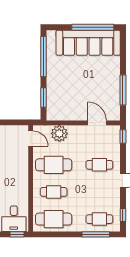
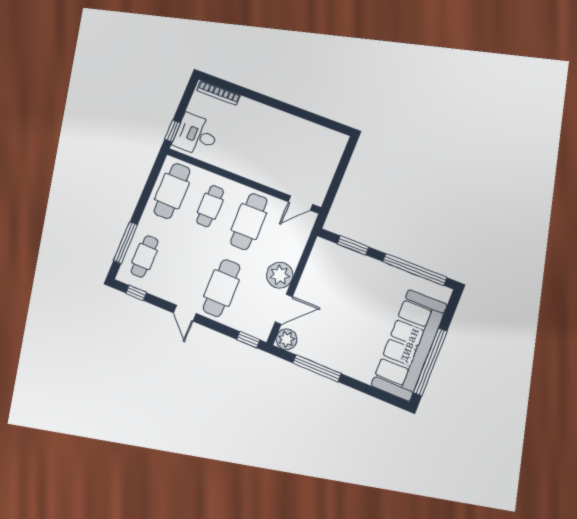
plant: (114, 114) -> (286, 339), added
plant: (59, 133) -> (280, 275), moved
cafe table: (99, 165) -> (221, 288), width x1.37, depth x1.35

